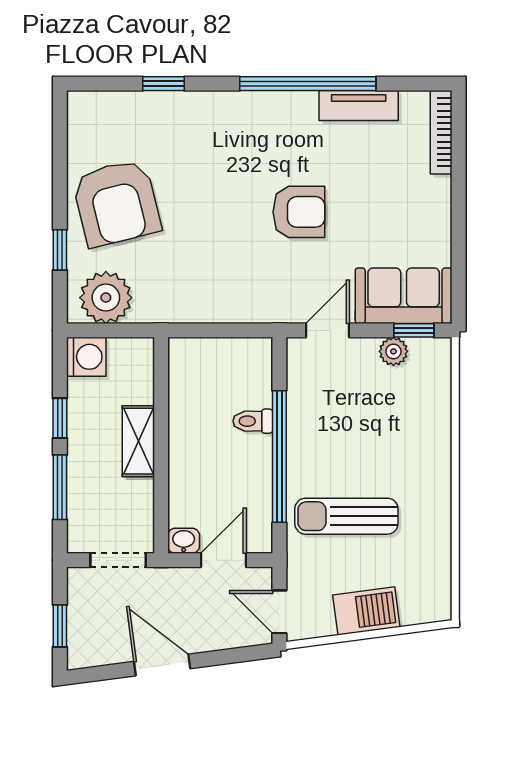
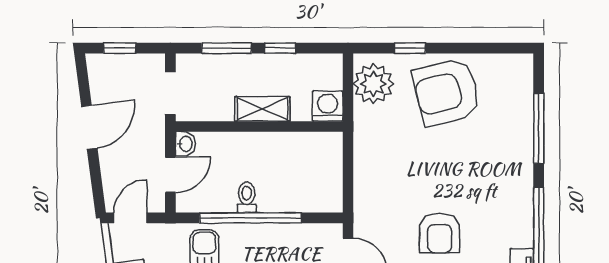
window: (164, 84) -> (539, 128), width x2.17
washing machine: (86, 357) -> (328, 106), moved, turned 180
toilet: (253, 421) -> (247, 197), moved
door: (223, 560) -> (170, 175), hinge flipped

